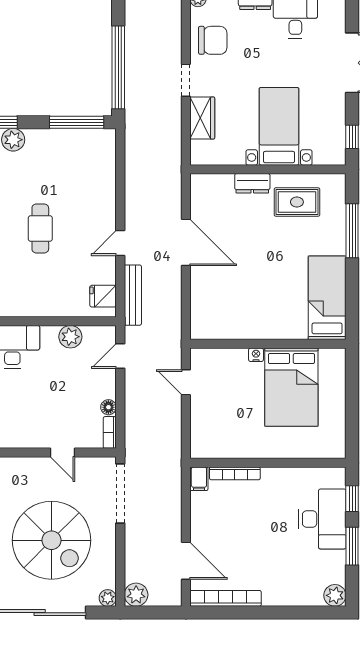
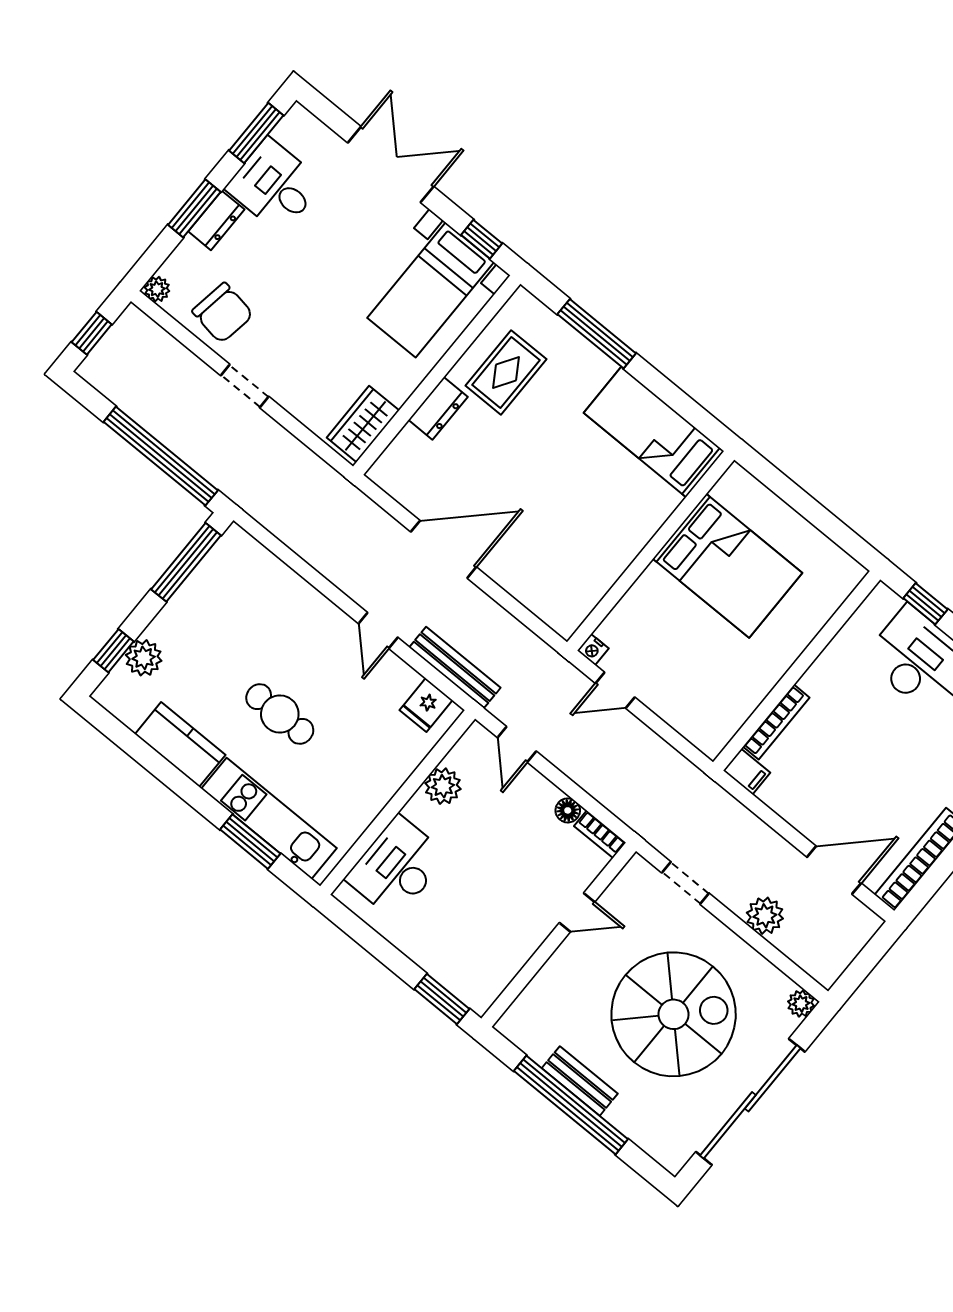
chair: (213, 40) -> (223, 313), turned 99
wardrobe: (202, 118) -> (363, 424), moved, turned -90
bed with nightstands: (279, 126) -> (431, 290), moved, turned -90
nightstand: (256, 355) -> (593, 650), moved, turned -90
doorway: (120, 493) -> (685, 883), width x0.53
plant: (136, 595) -> (765, 916), moved

